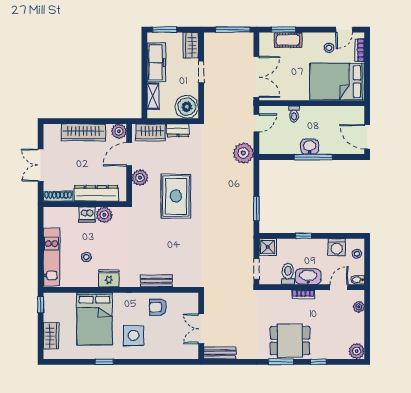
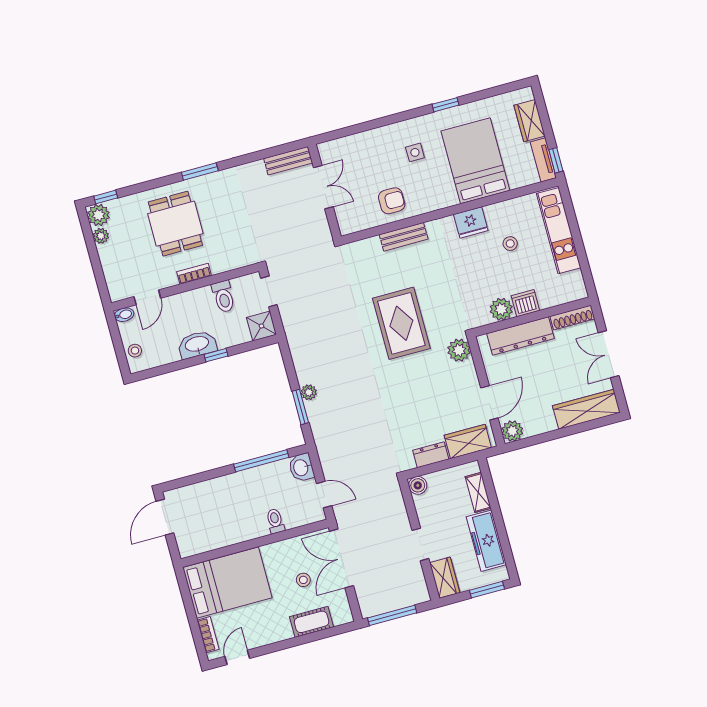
window: (283, 30) -> (322, 634), removed
stool: (329, 48) -> (303, 580), moved
boiler: (187, 107) -> (418, 485), width x0.54, depth x0.54
door: (256, 123) -> (324, 495), swing flipped
wardrobe: (83, 132) -> (586, 409), moved
door: (367, 137) -> (165, 517), swing flipped
washbasin: (310, 147) -> (301, 468), moved, turned 90
plant: (243, 153) -> (309, 392), moved, width x0.53, depth x0.53
window: (313, 157) -> (261, 461), moved
double door: (41, 165) -> (609, 354), swing flipped
plant: (140, 178) -> (459, 350), moved
rug: (176, 196) -> (401, 323), moved
window: (256, 208) -> (300, 407), moved
washing machine: (337, 247) -> (166, 352), removed
washbasin: (308, 277) -> (197, 345), moved, turned 180
tv unit: (49, 307) -> (543, 160), added
plant: (359, 307) -> (101, 236), moved
side table: (133, 335) -> (415, 152), width x0.54, depth x0.54
dining table: (290, 341) -> (175, 224), moved, turned 90
window: (318, 362) -> (106, 197), moved

